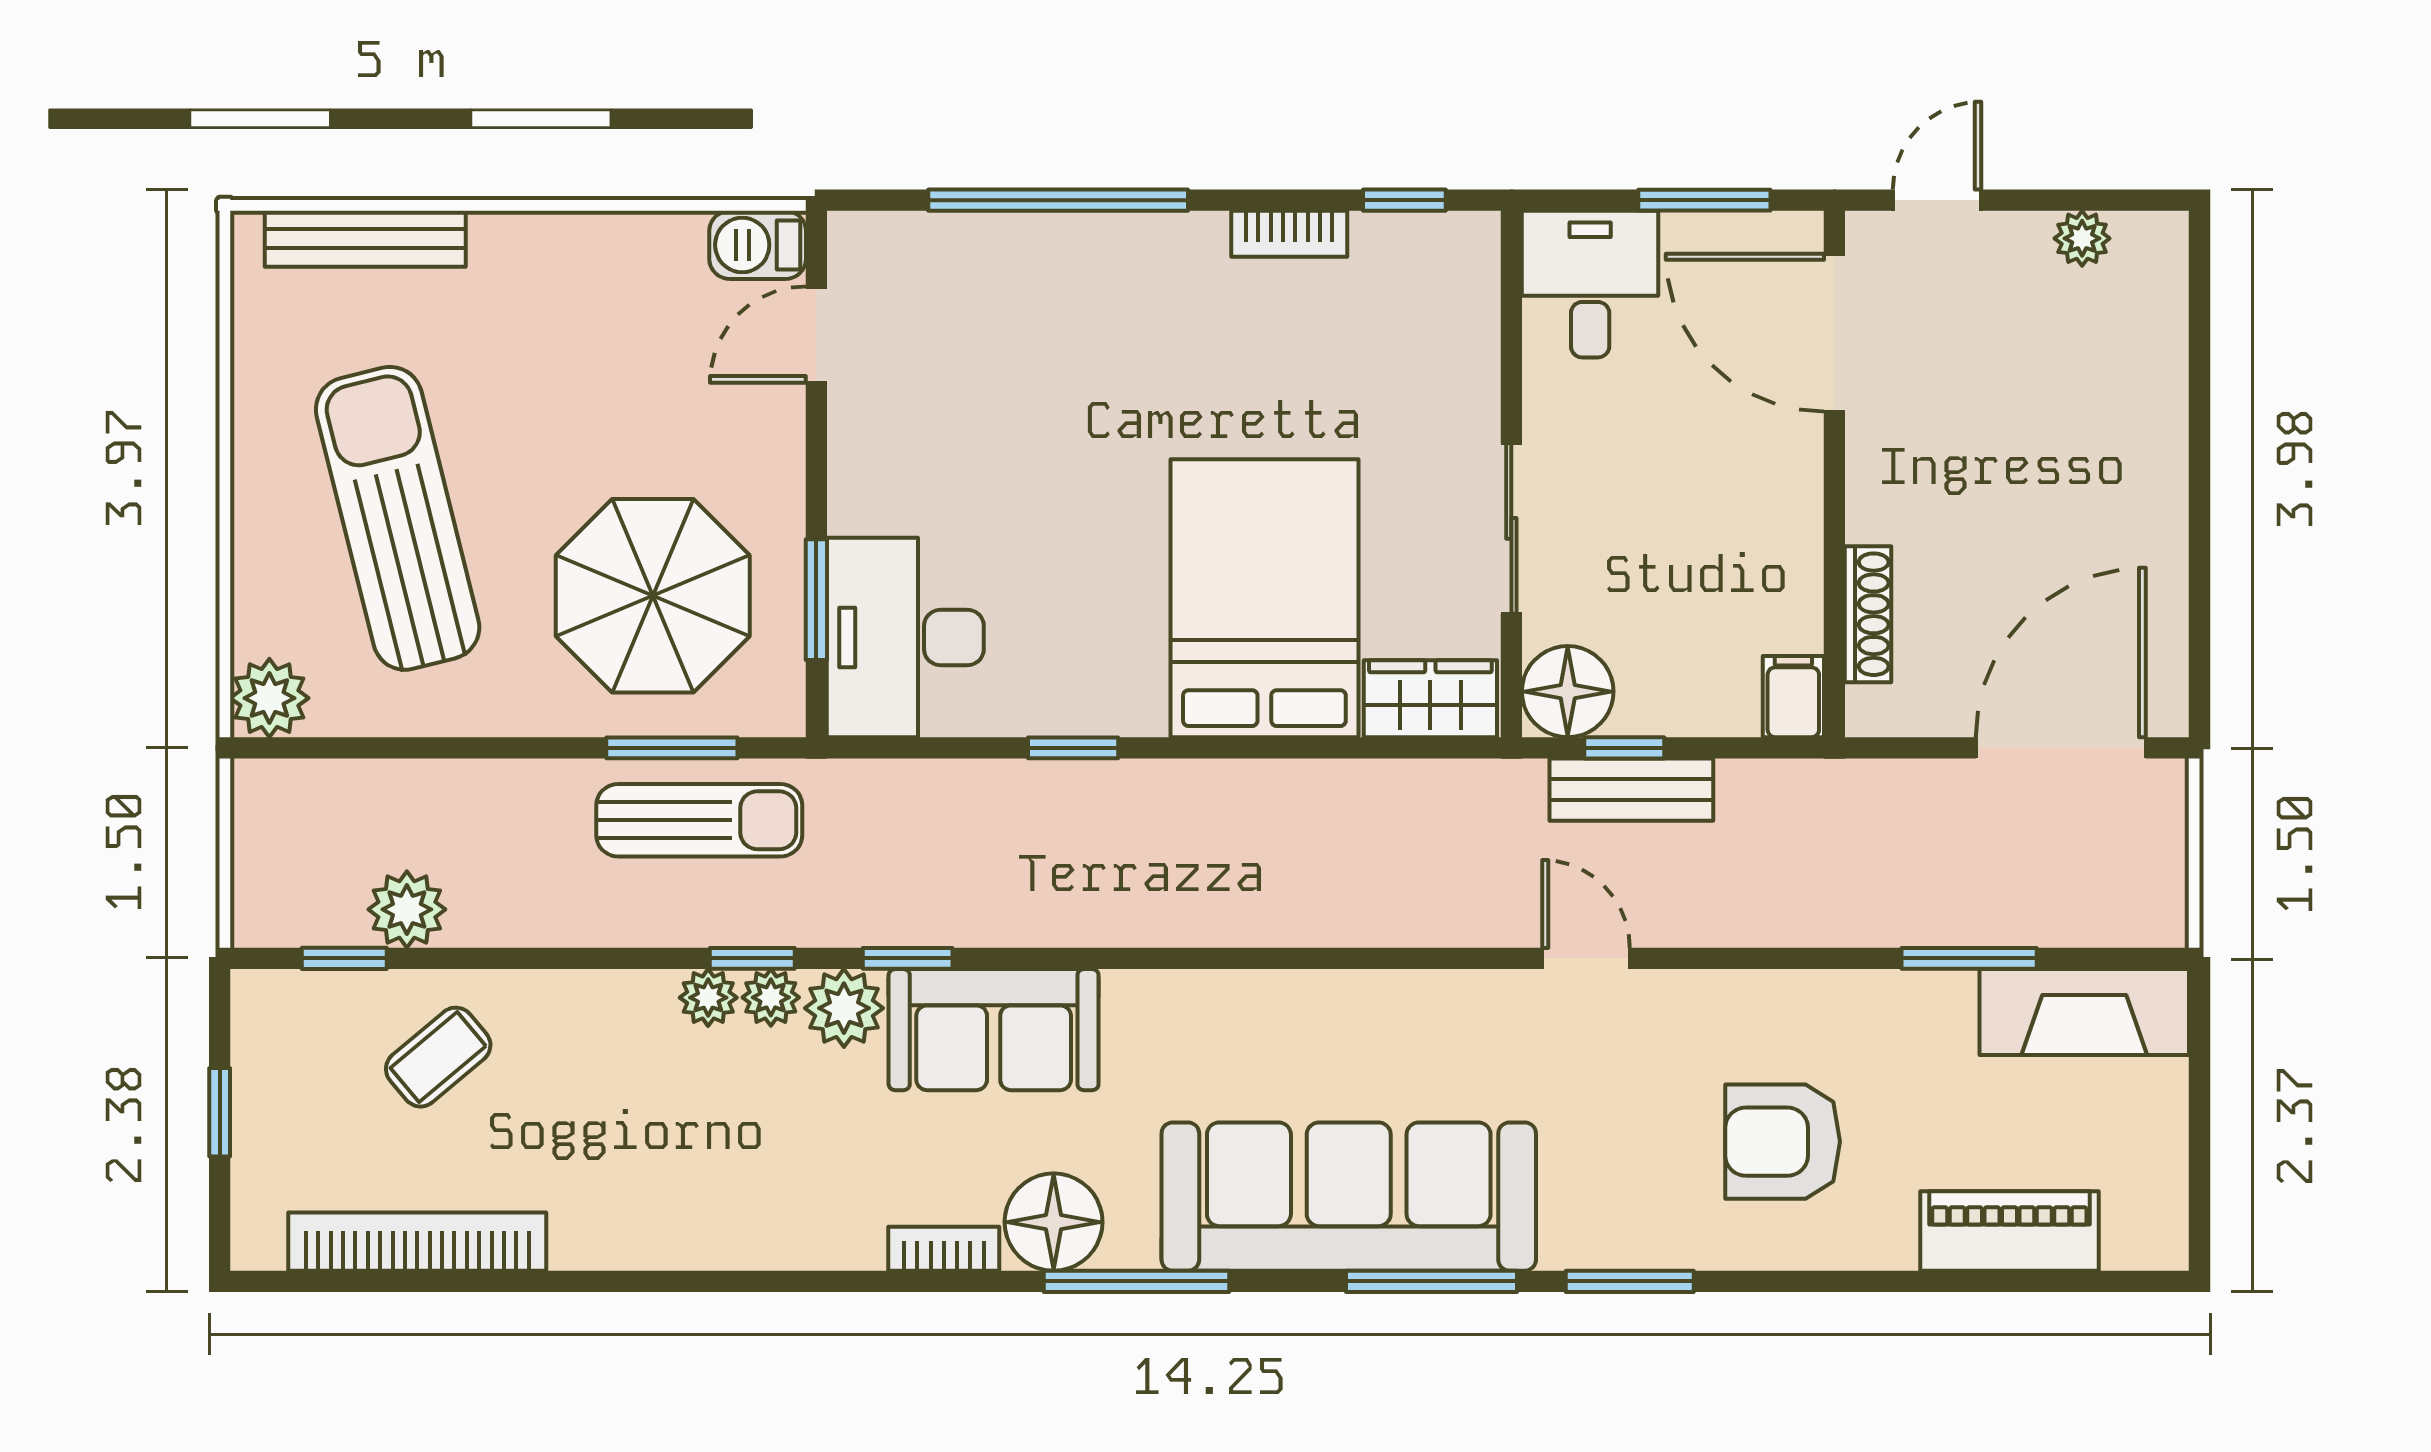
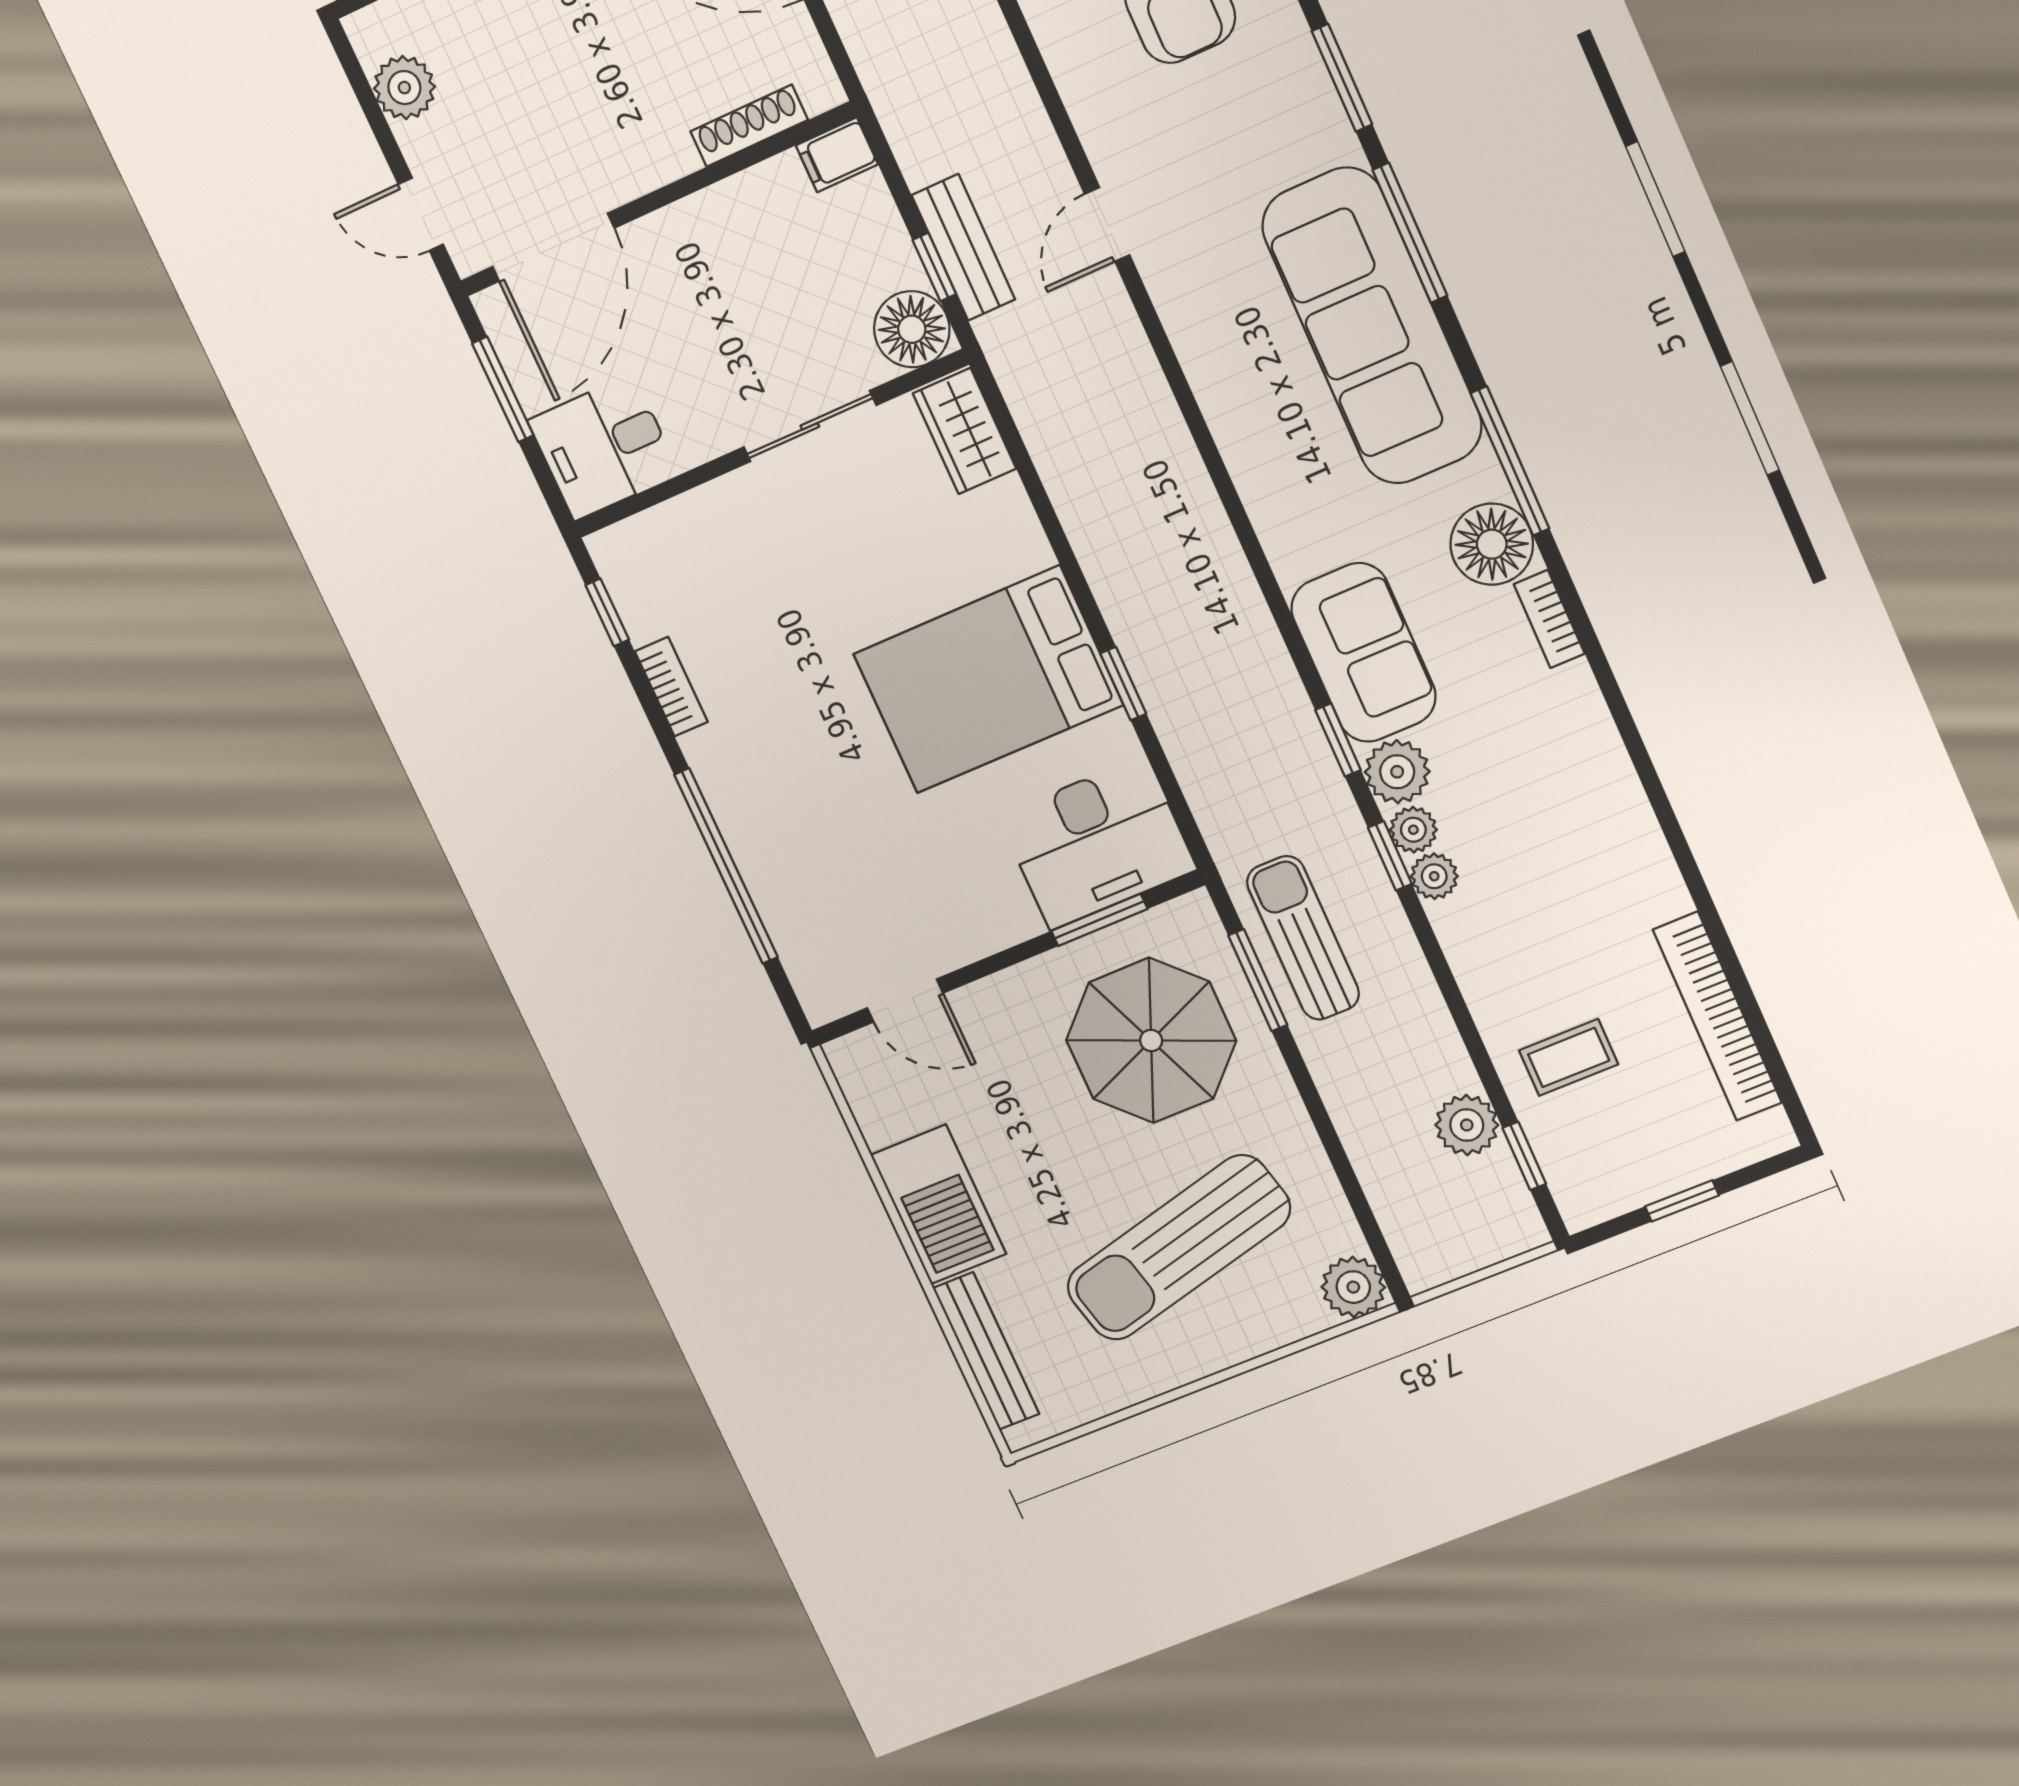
plant: (2082, 238) -> (404, 88), width x1.38, depth x1.38
barbecue: (758, 245) -> (938, 1204), moved, width x1.88, depth x1.53
bed: (1264, 598) -> (988, 680), moved
coffee table: (438, 1057) -> (1569, 1057), turned -50

